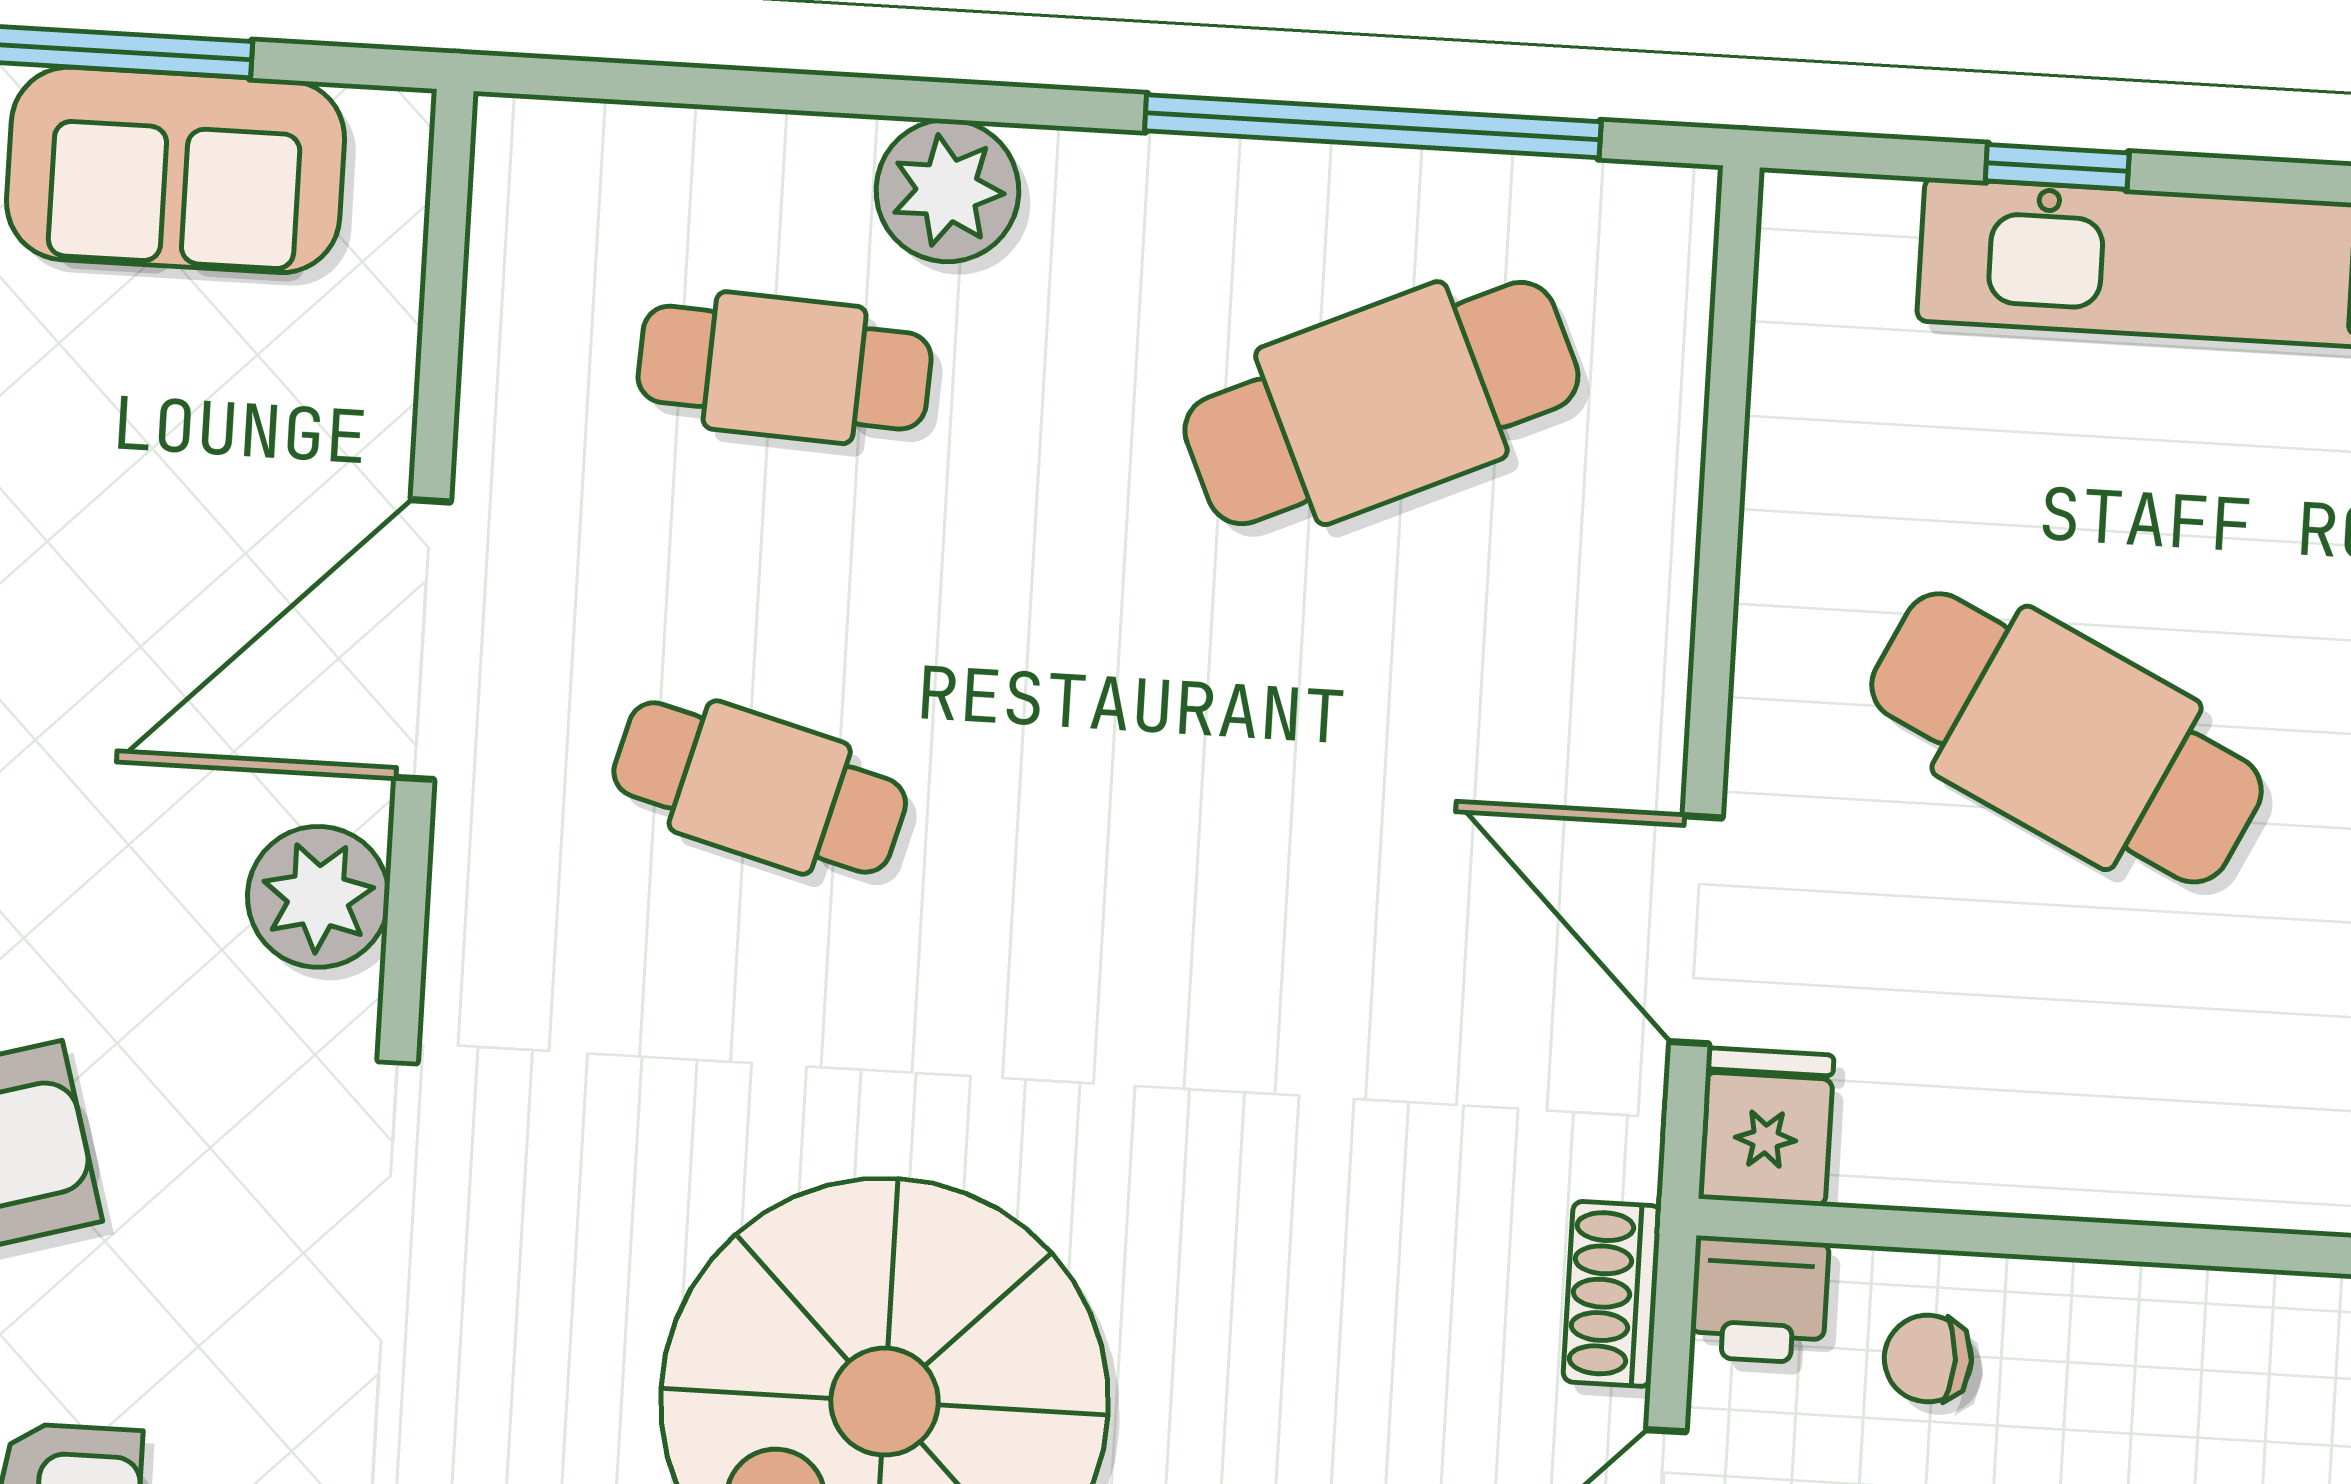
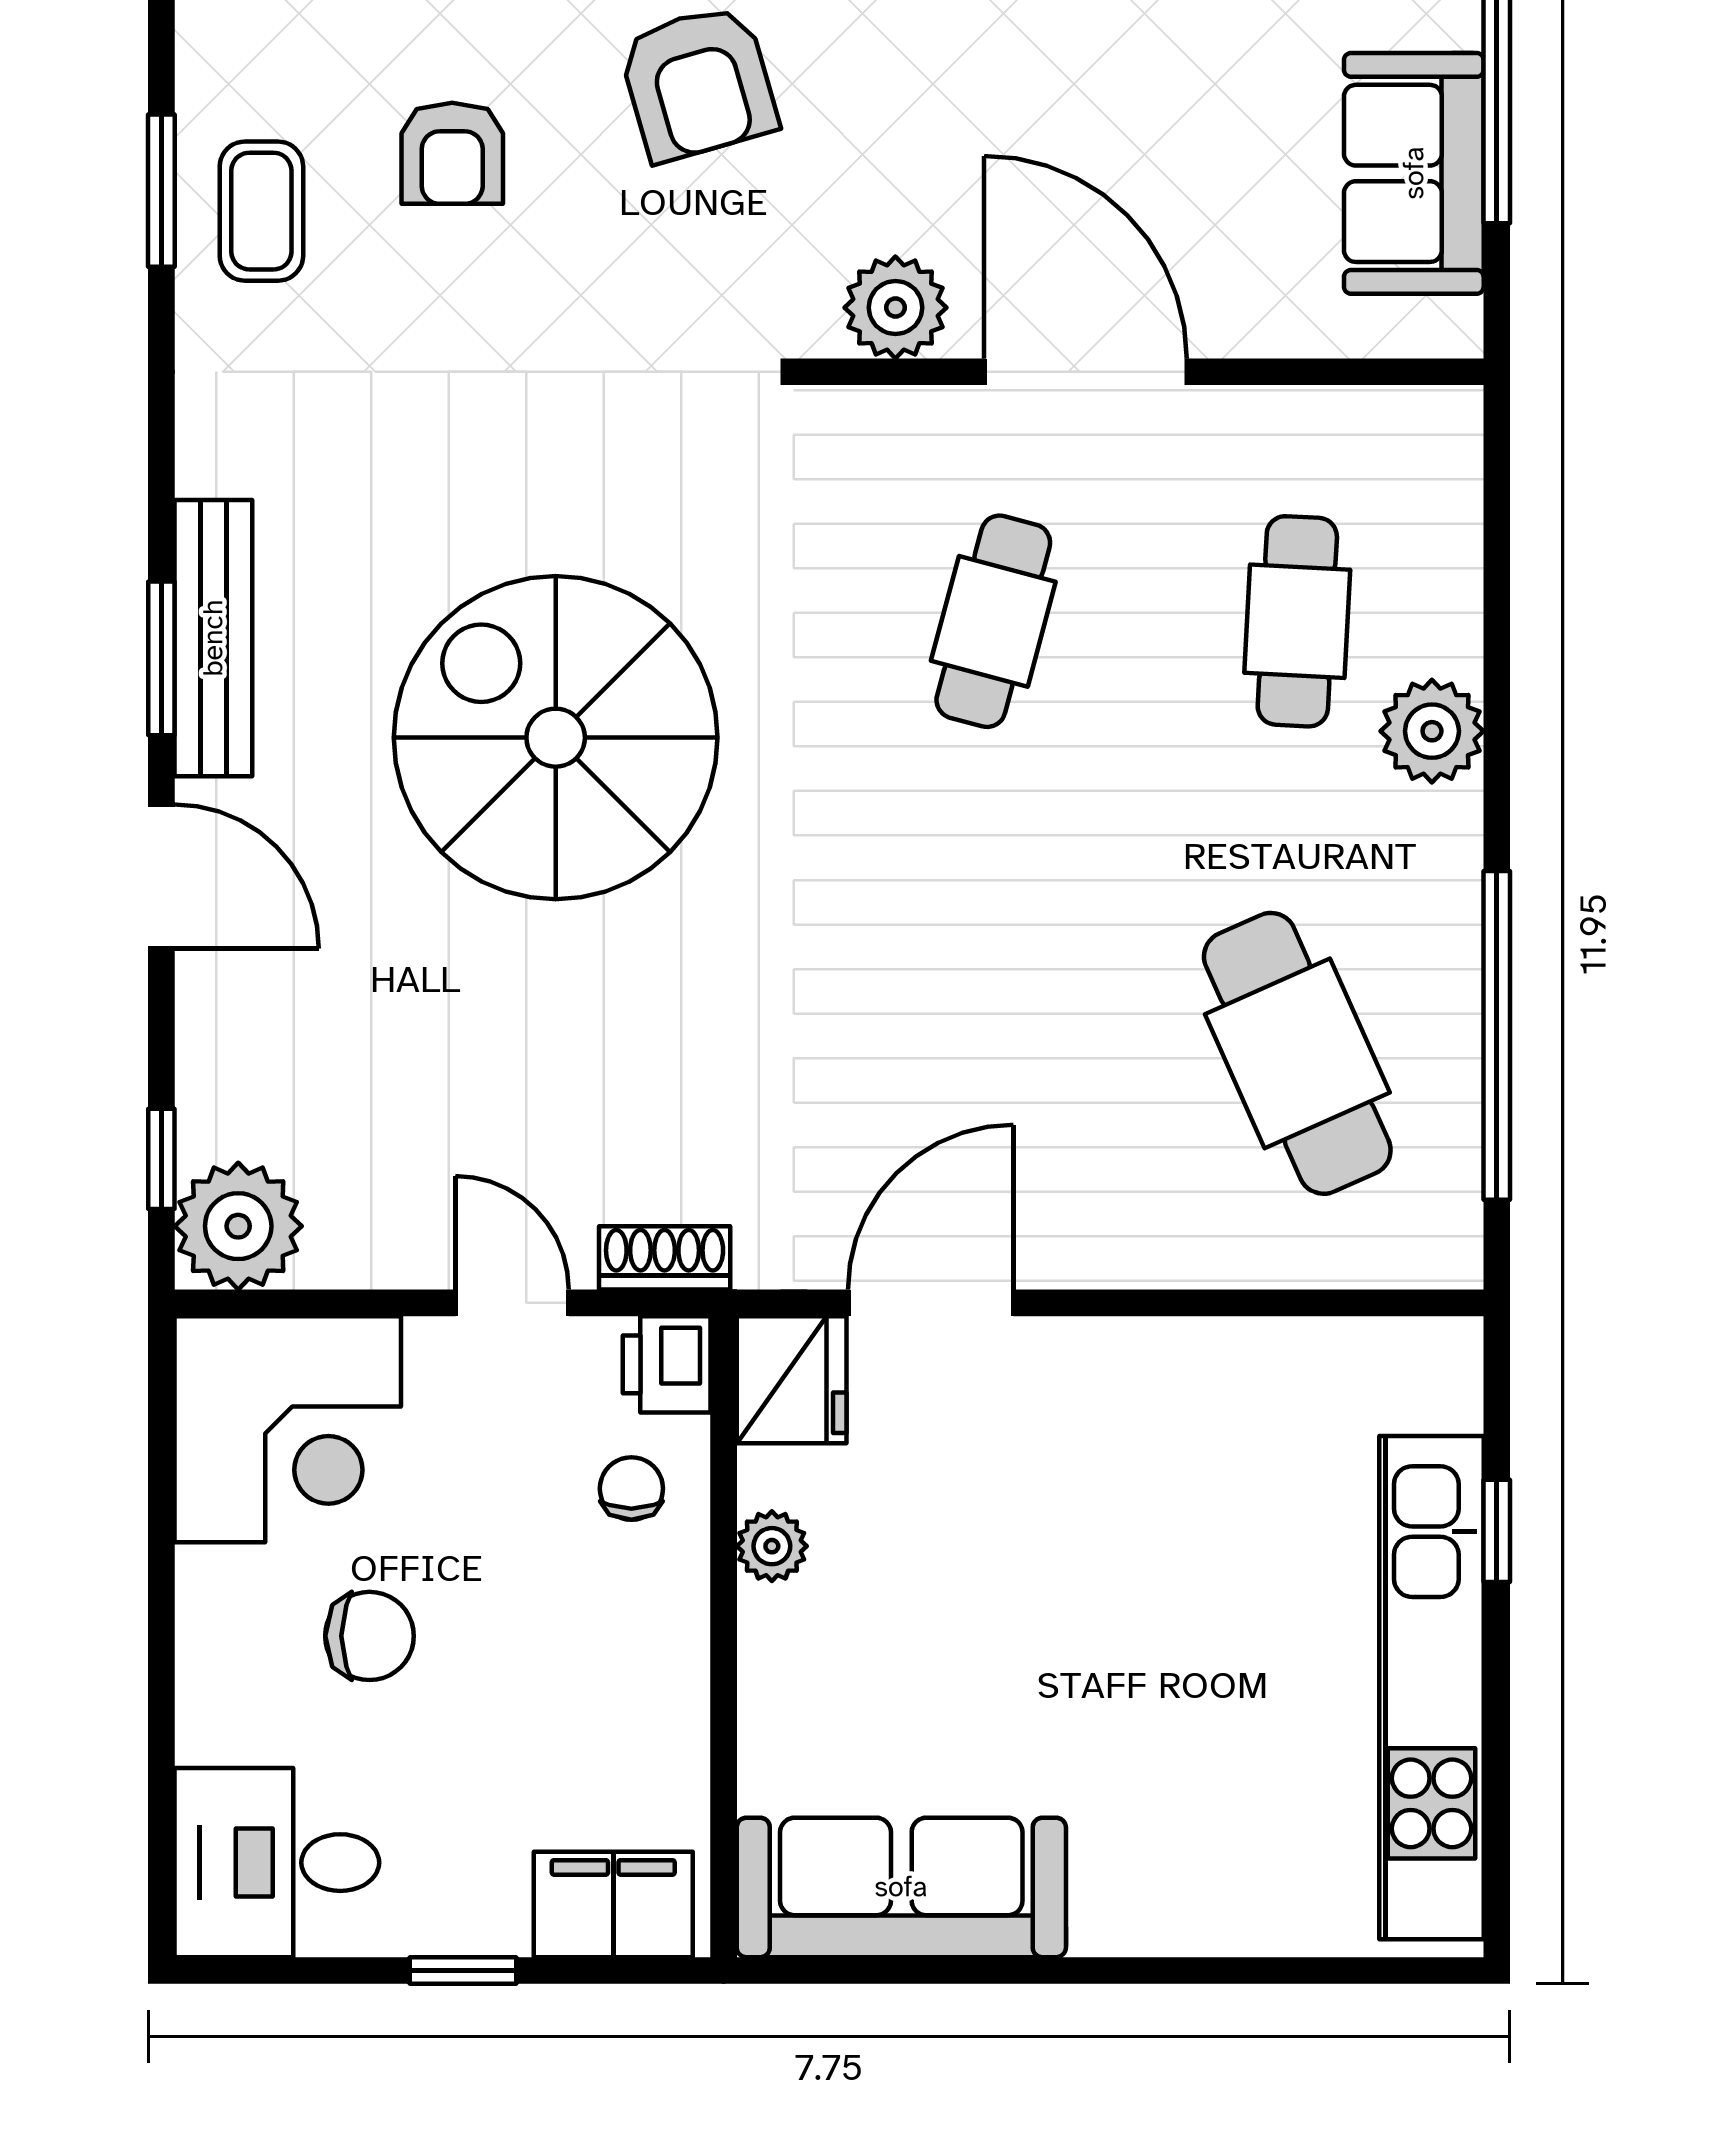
cafe table: (2067, 738) -> (1085, 1562), removed
fridge: (1766, 1127) -> (792, 1380), width x1.38
plant: (2019, 1169) -> (772, 1546), added

